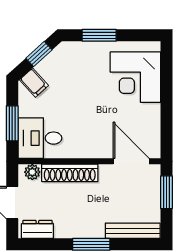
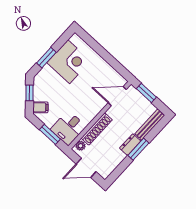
corner desk: (135, 77) -> (69, 62), moved, turned -90
dresser: (37, 229) -> (130, 145), moved

